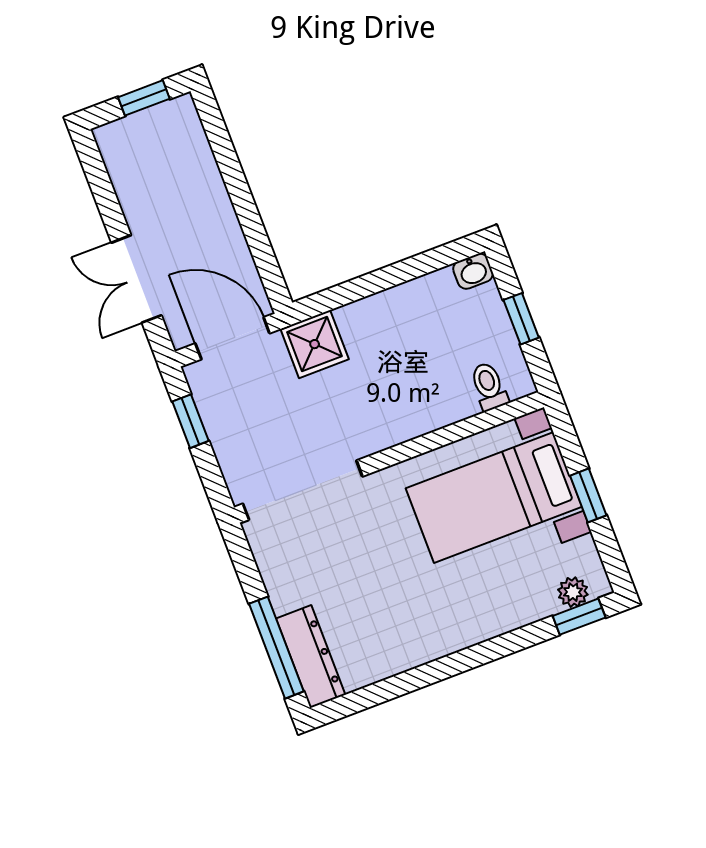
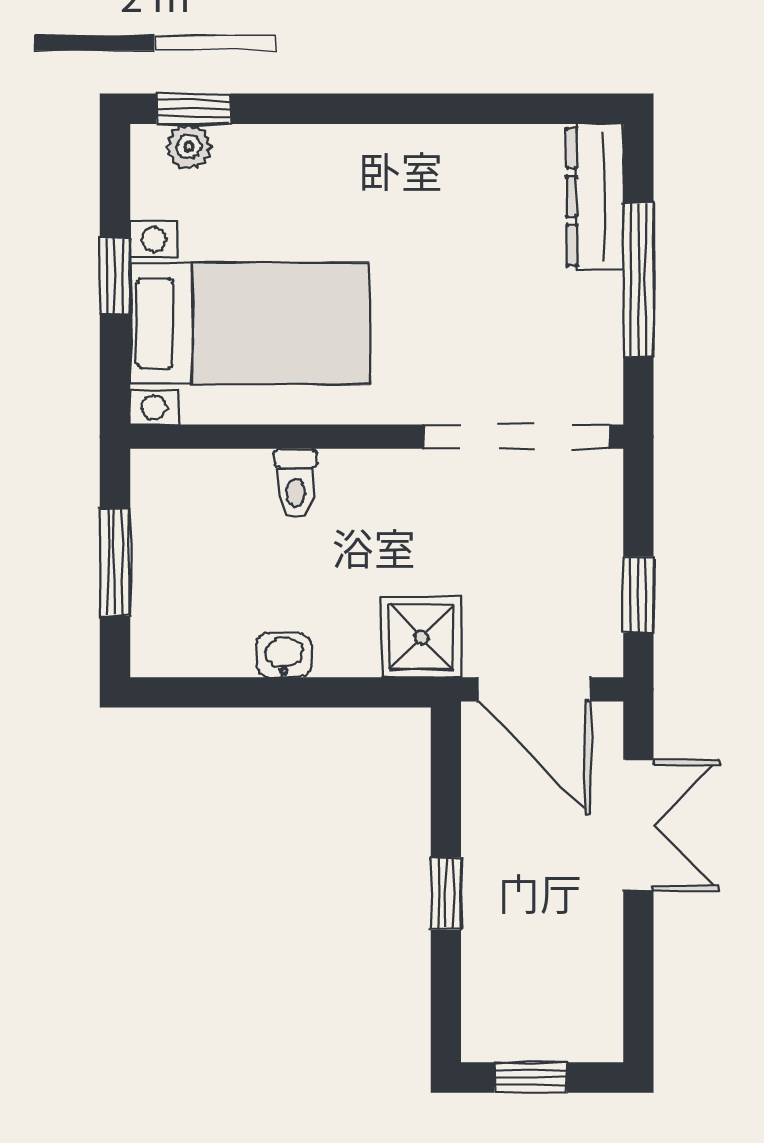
window: (239, 192) -> (446, 894), added
washbasin: (473, 271) -> (284, 655), moved
window: (521, 319) -> (115, 562), width x1.50
toilet: (489, 386) -> (296, 483), moved
window: (276, 648) -> (638, 280), moved

